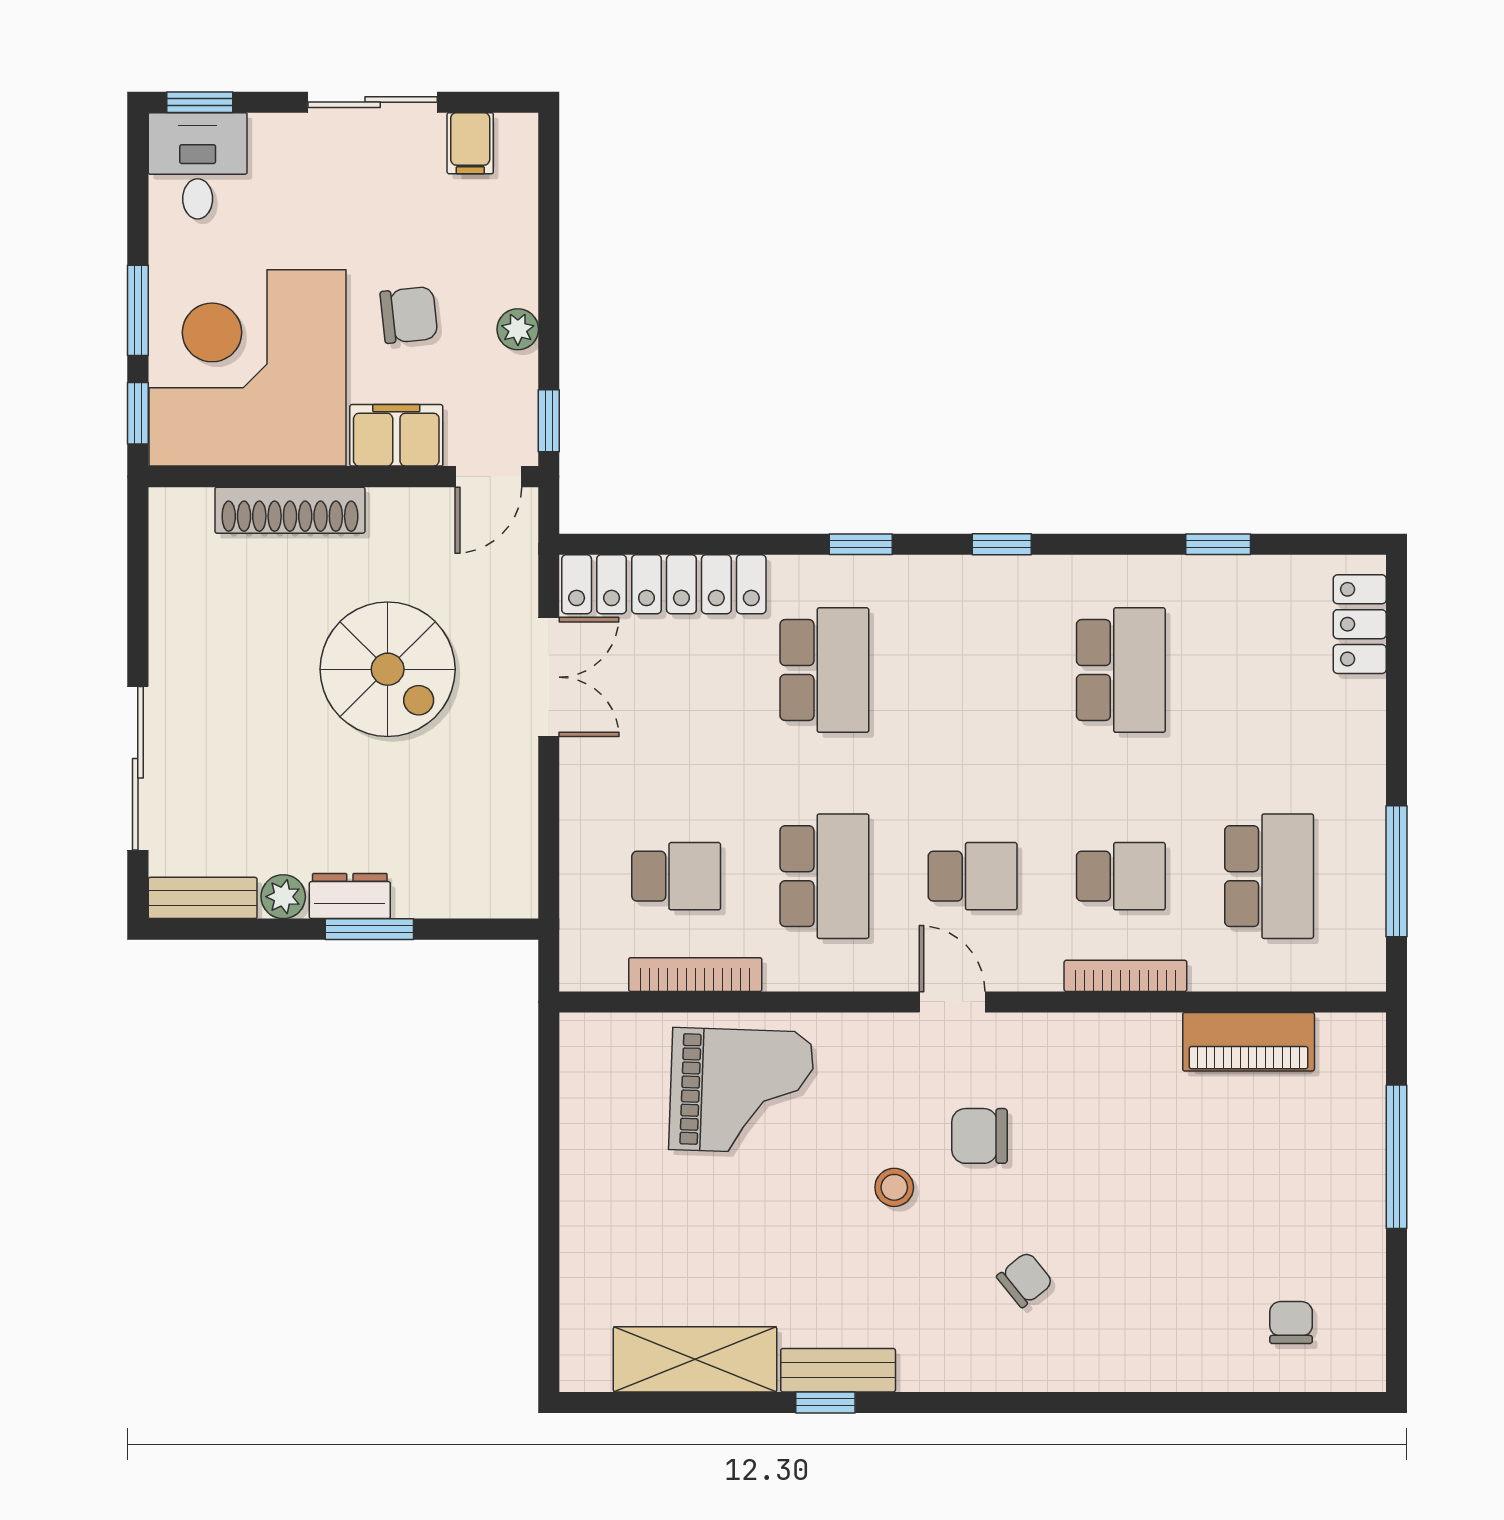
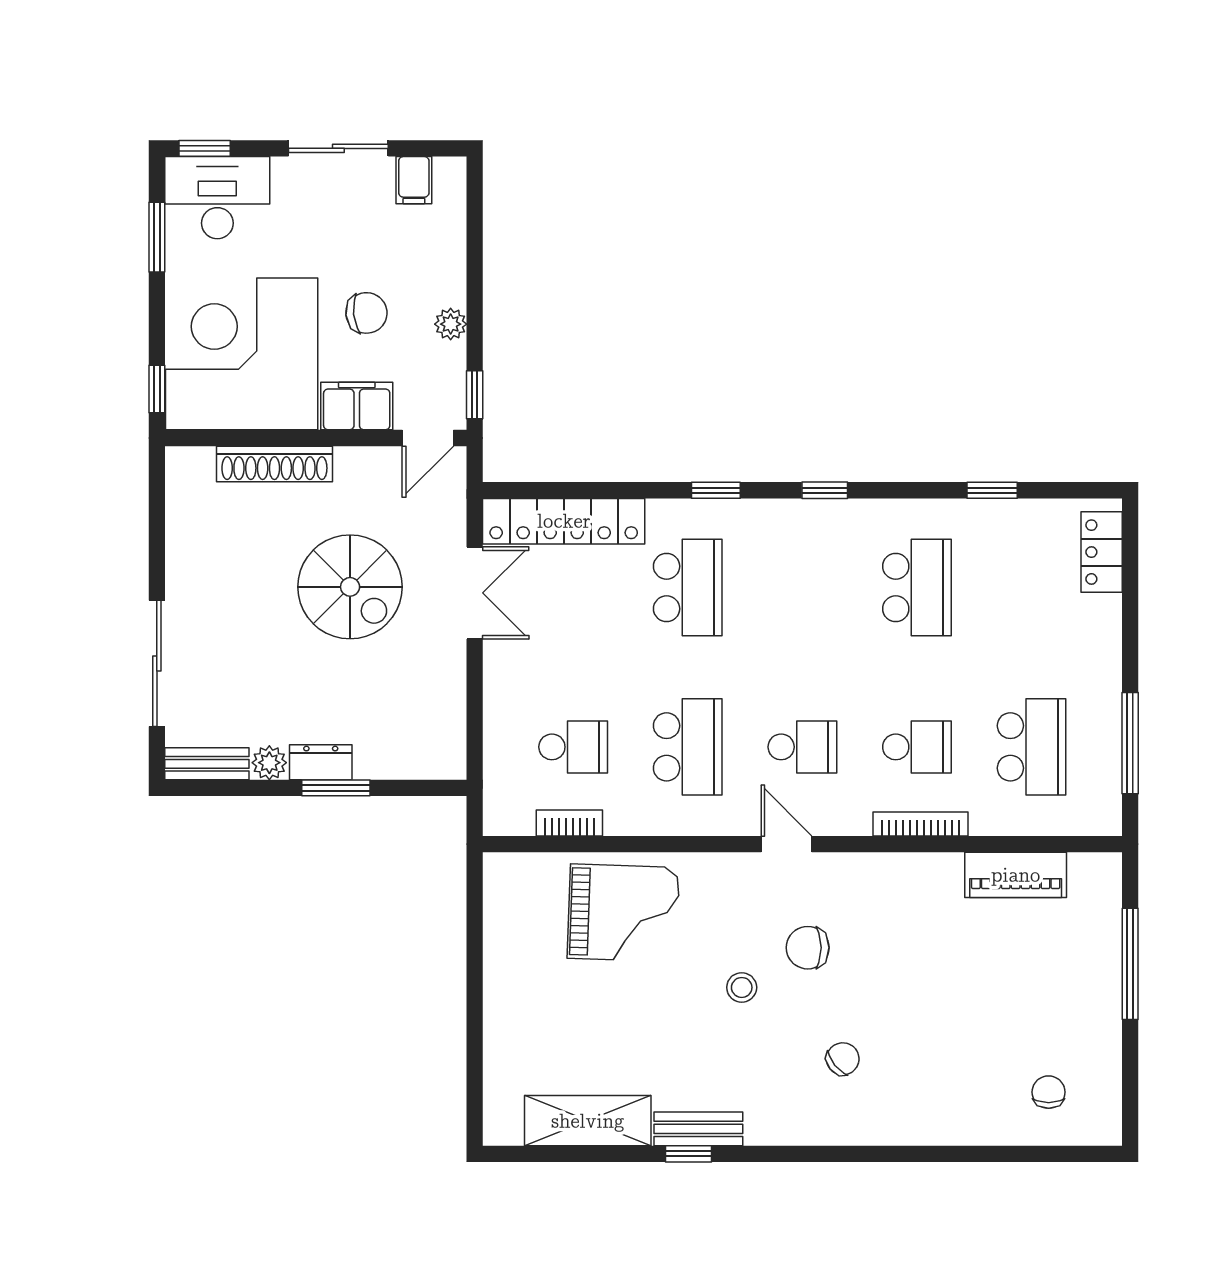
desk: (198, 166) -> (217, 198), width x1.37
window: (138, 310) -> (157, 237), moved
bookcase: (695, 975) -> (569, 823), width x0.64

